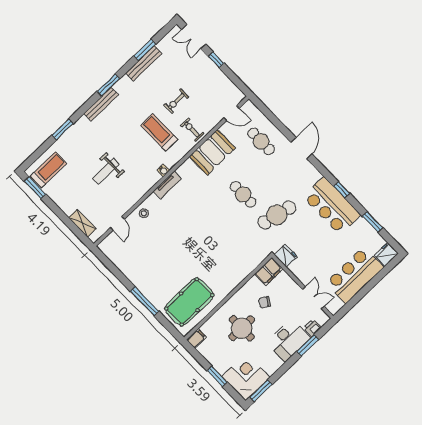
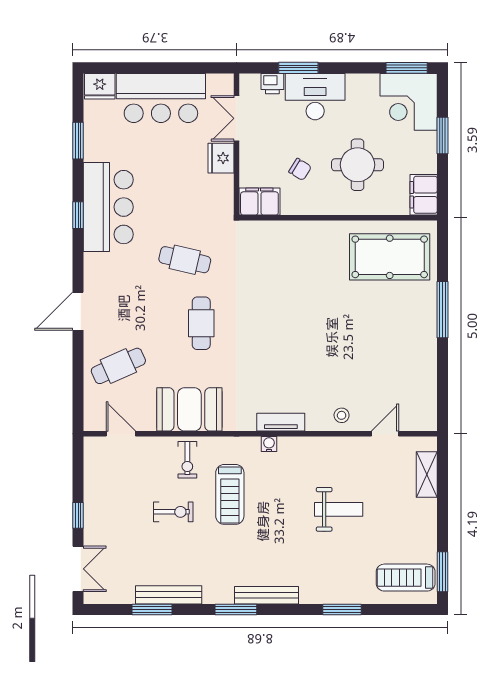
cafe table: (261, 141) -> (118, 366), turned 66
cafe table: (277, 215) -> (185, 260), width x0.73, depth x0.74
fridge: (286, 256) -> (221, 158), moved
filing cabinet: (196, 338) -> (424, 195), width x2.00

